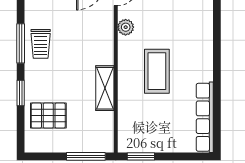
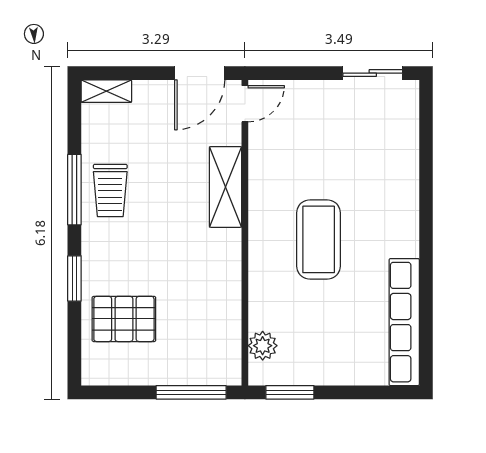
plant: (126, 27) -> (263, 346), moved
shelving: (105, 88) -> (226, 187), moved

